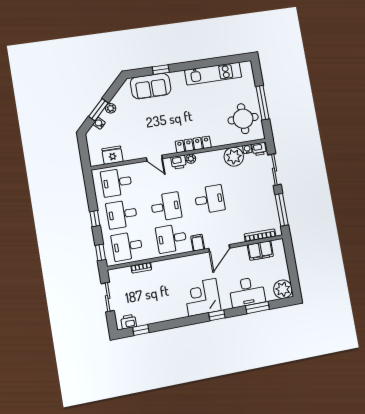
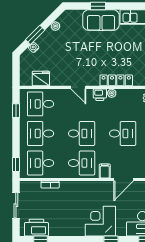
sofa: (151, 86) -> (101, 20), moved
plant: (111, 108) -> (55, 26), moved
window: (95, 219) -> (16, 111), moved
desk: (171, 238) -> (82, 163), turned 180
printer: (129, 322) -> (36, 228), width x1.87, depth x1.48

